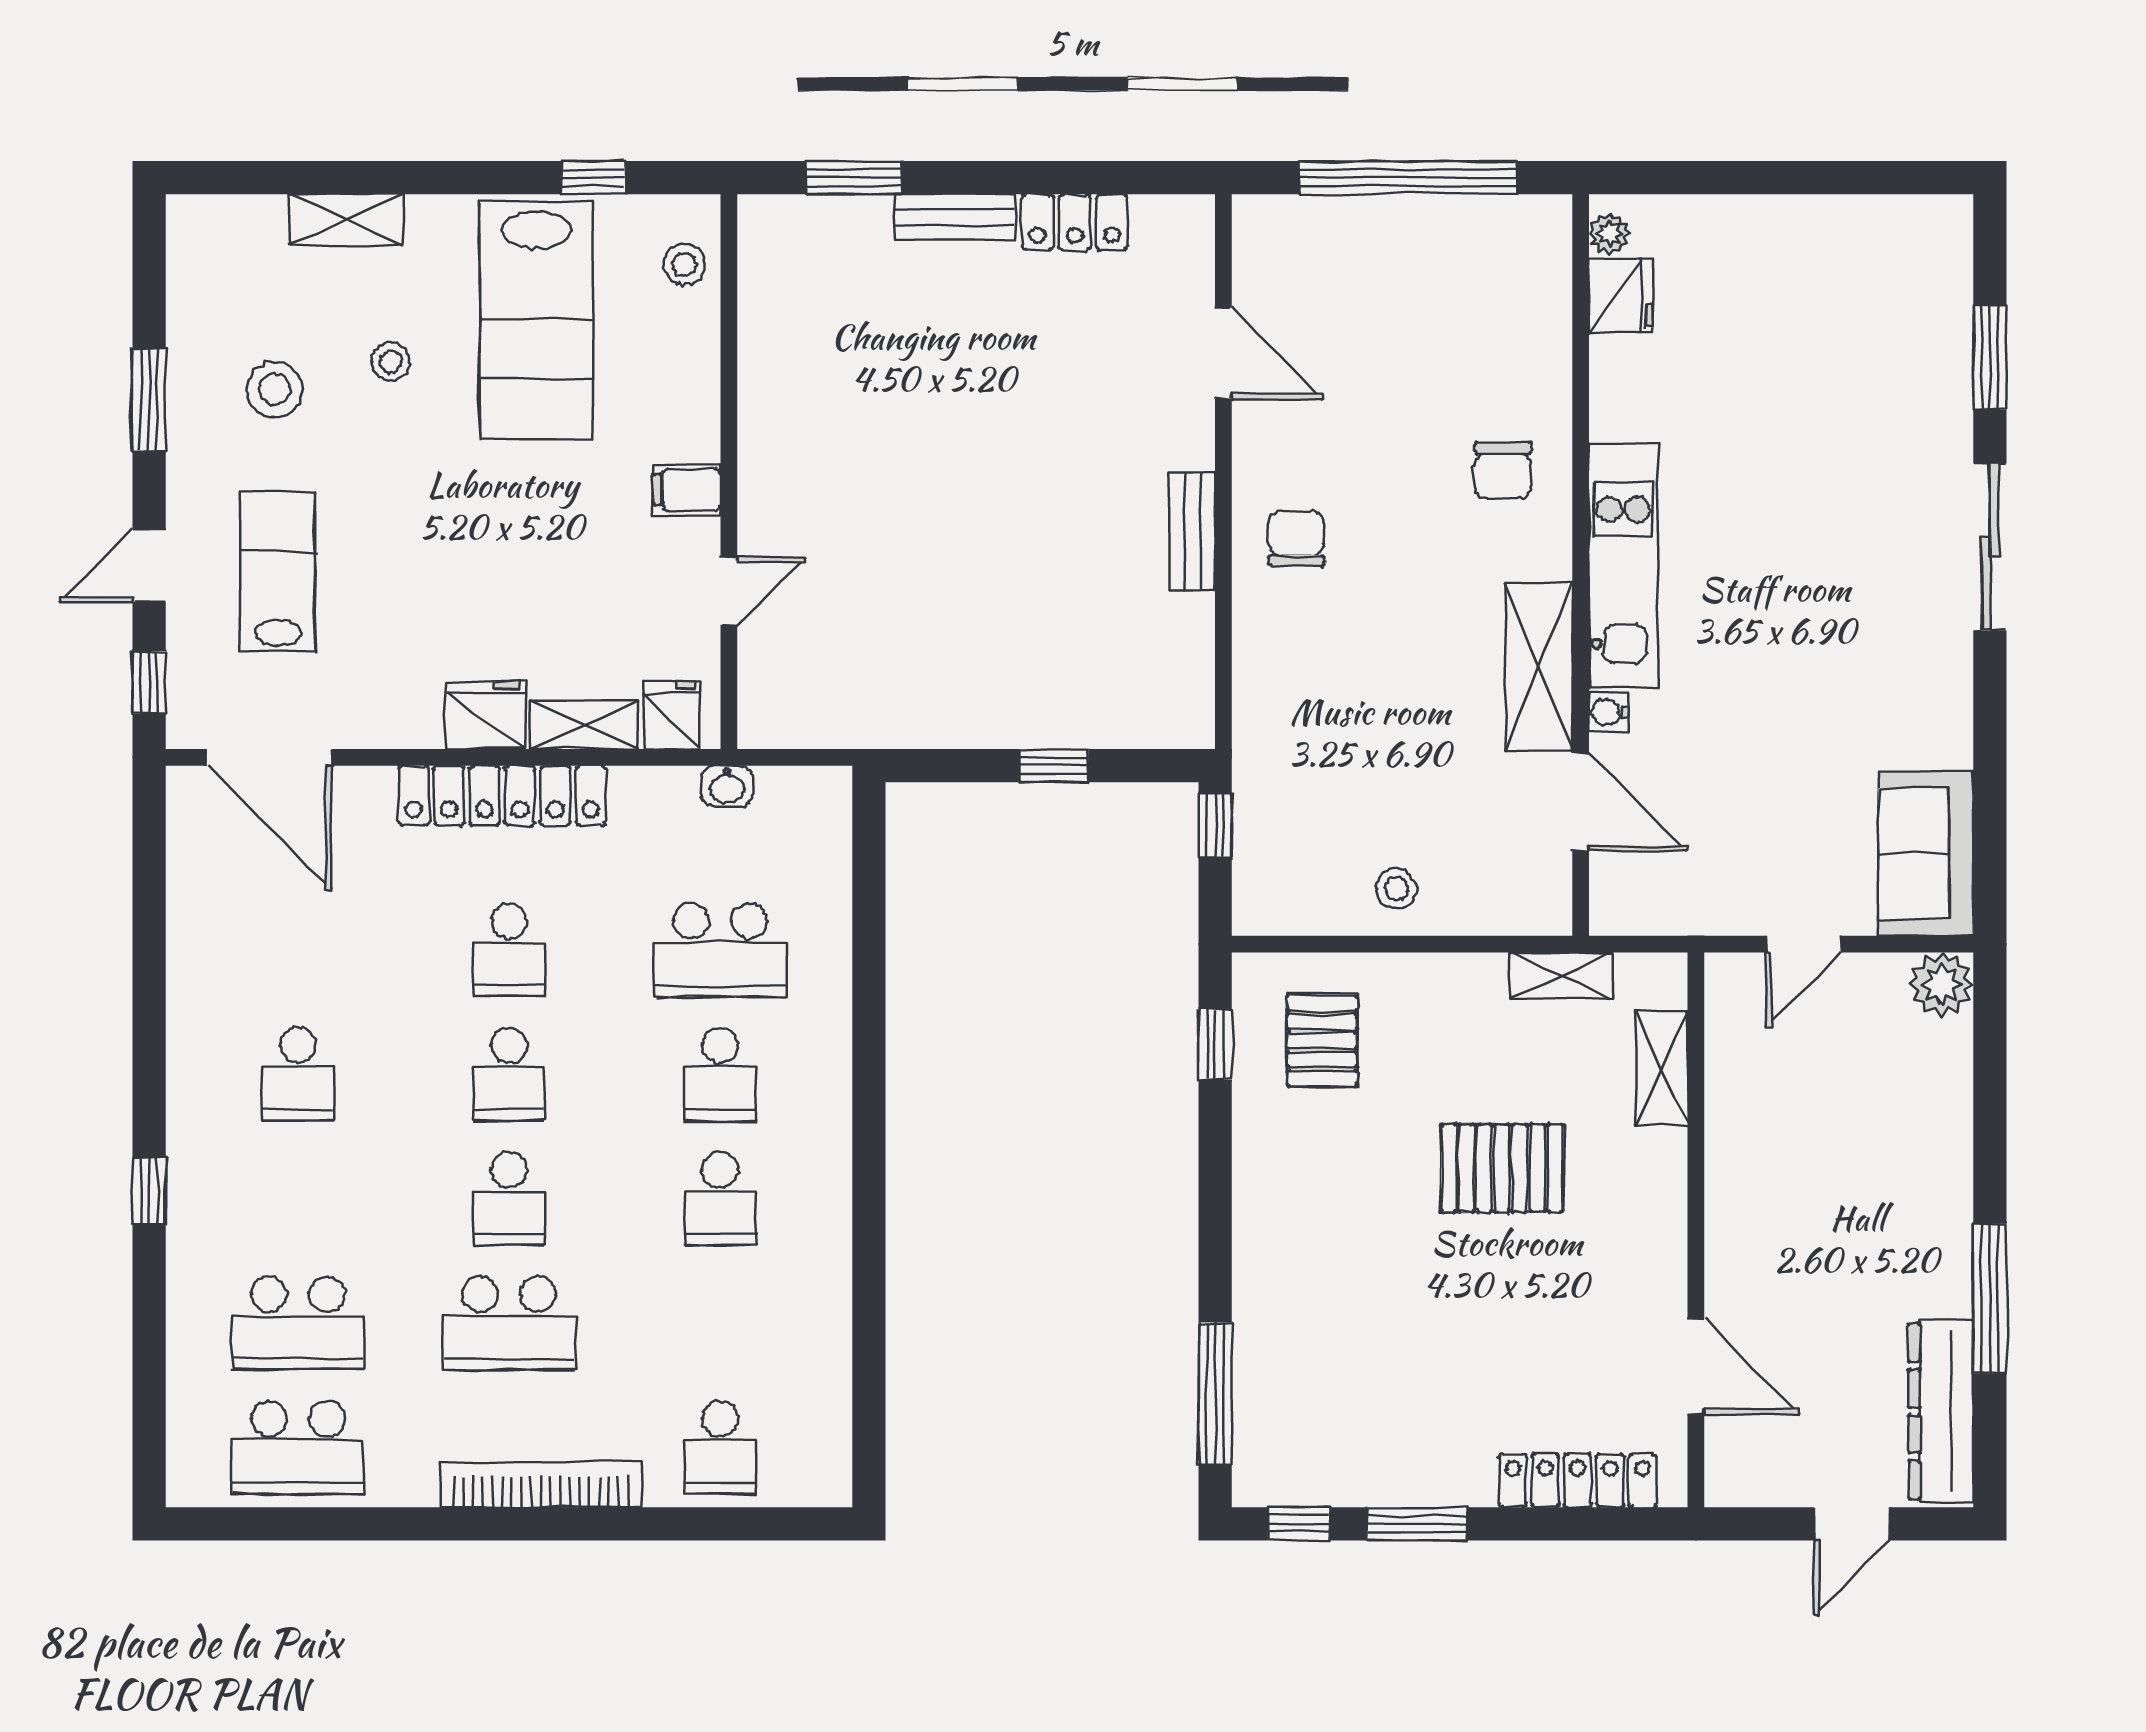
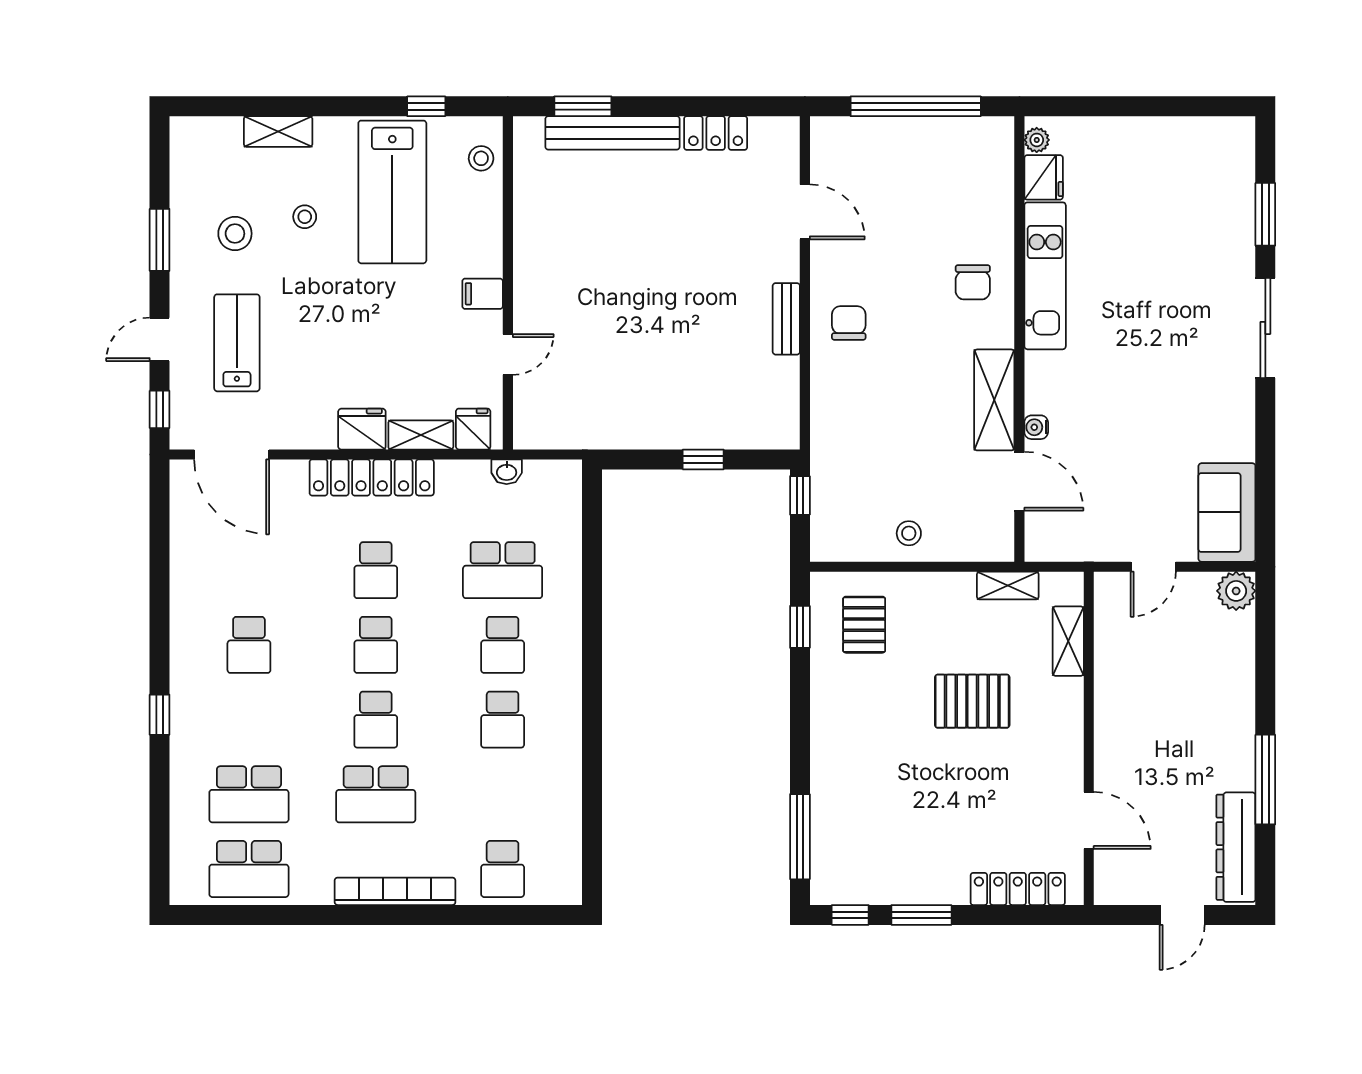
bench: (955, 217) -> (612, 133), width x1.86, depth x1.21
kitchen unit: (1623, 566) -> (1045, 276), moved

